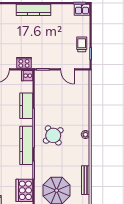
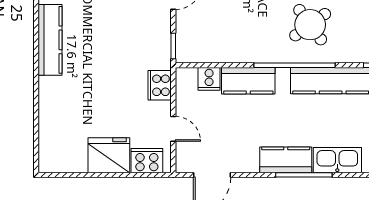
kitchen counter: (33, 10) -> (50, 40), moved
cooker: (27, 76) -> (209, 79), moved

